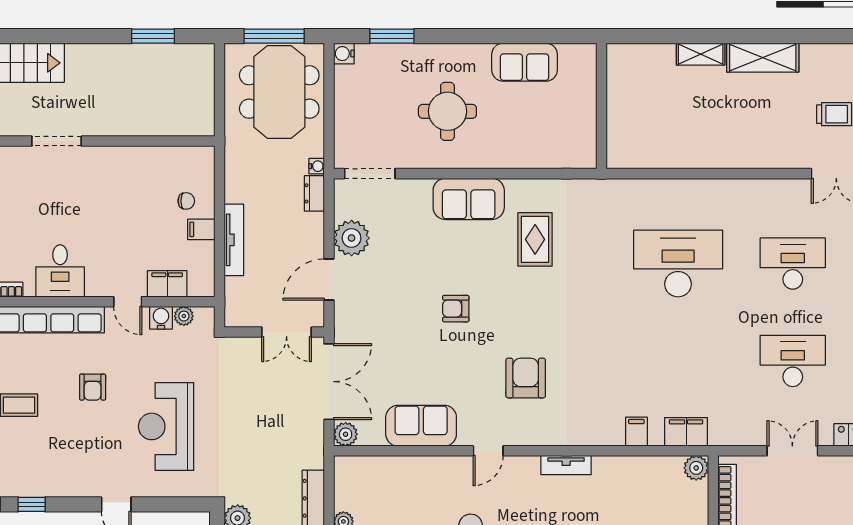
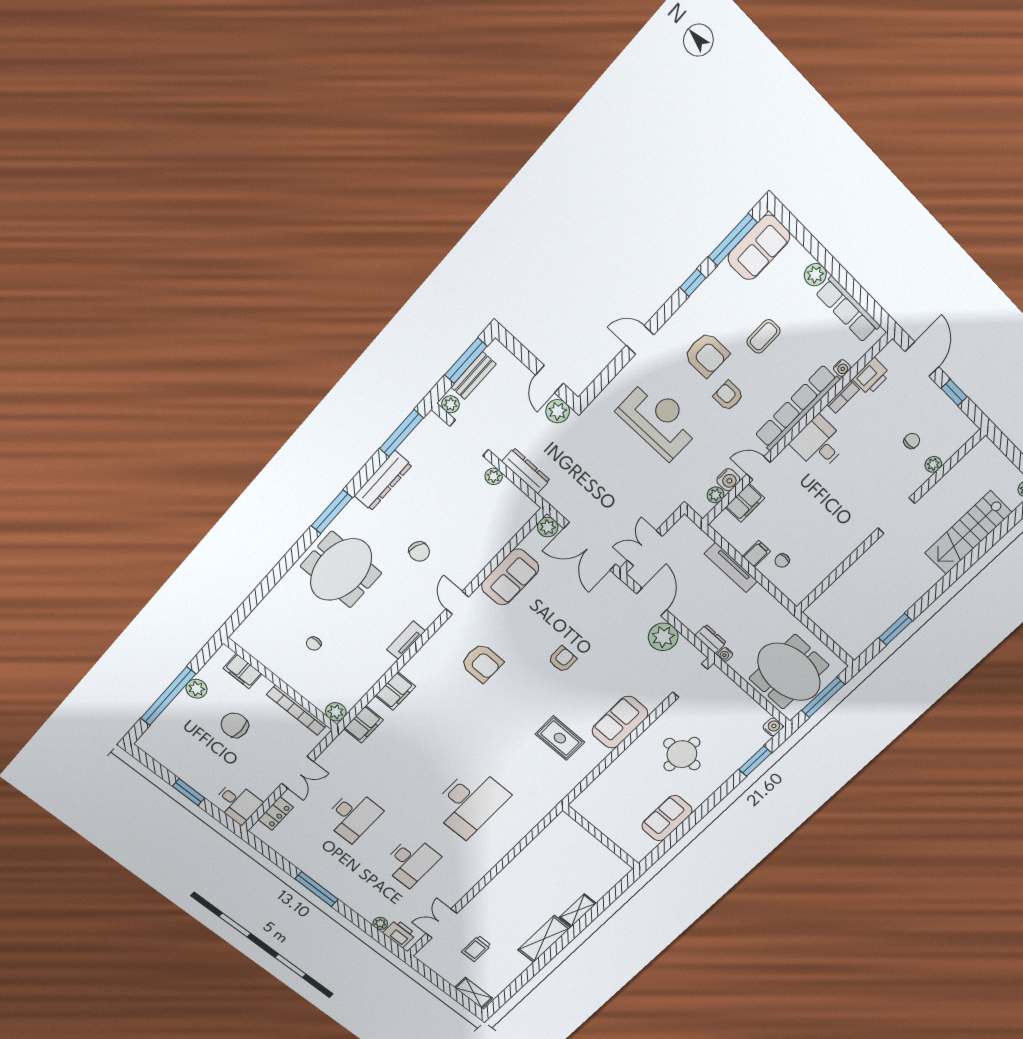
filing cabinet: (636, 432) -> (395, 691), width x2.00
armchair: (77, 438) -> (707, 355), added

